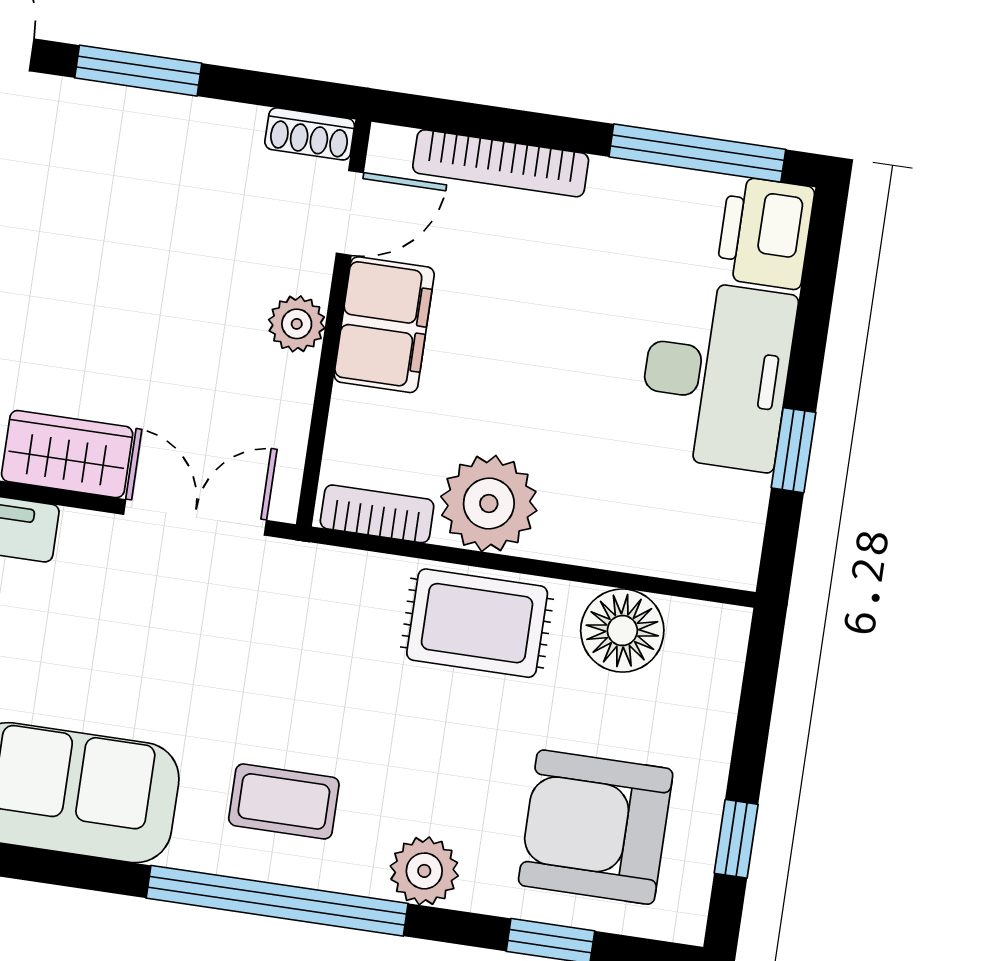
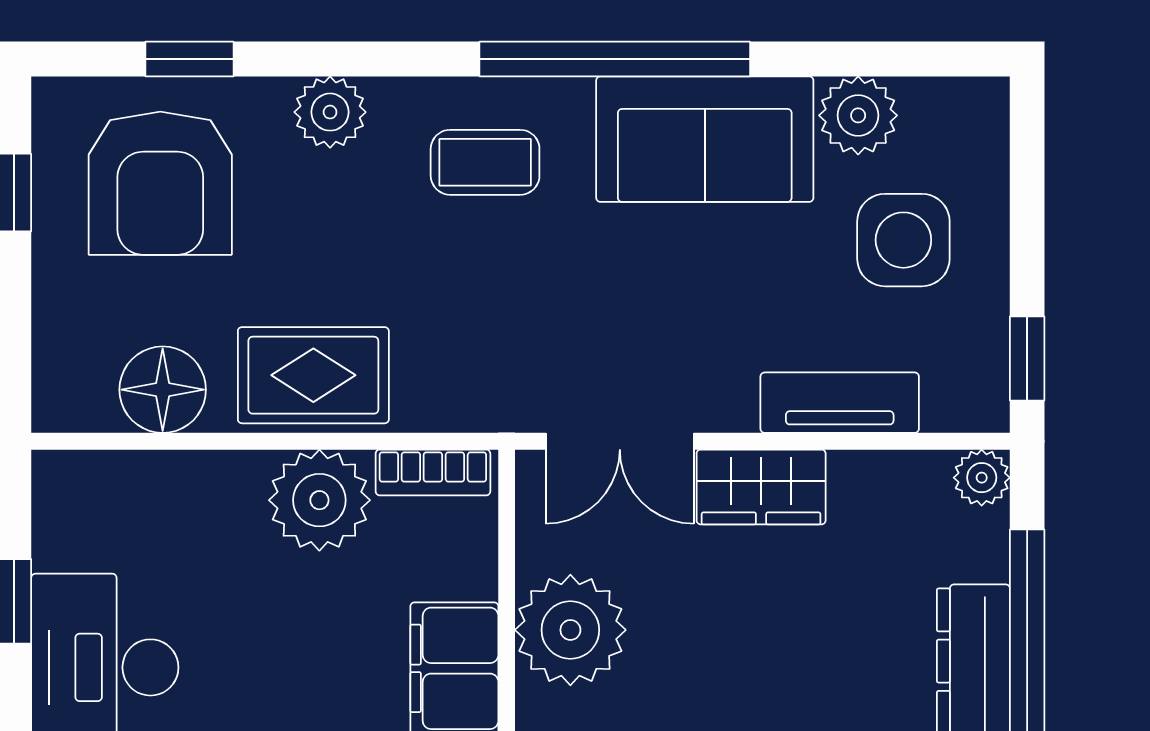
plant: (297, 324) -> (570, 630), width x1.88, depth x1.88
armchair: (596, 827) -> (160, 183), turned 90
window: (277, 901) -> (615, 59), moved

